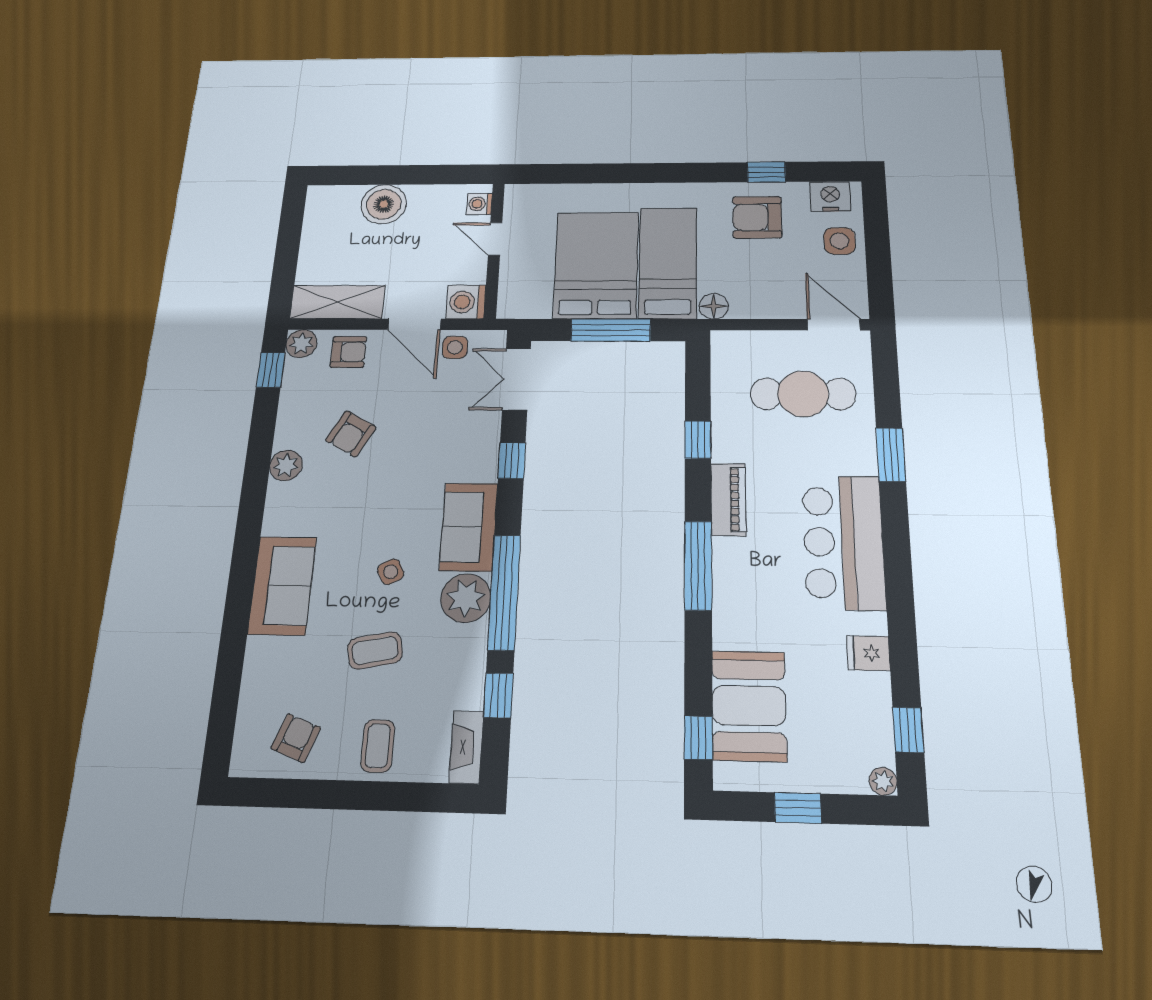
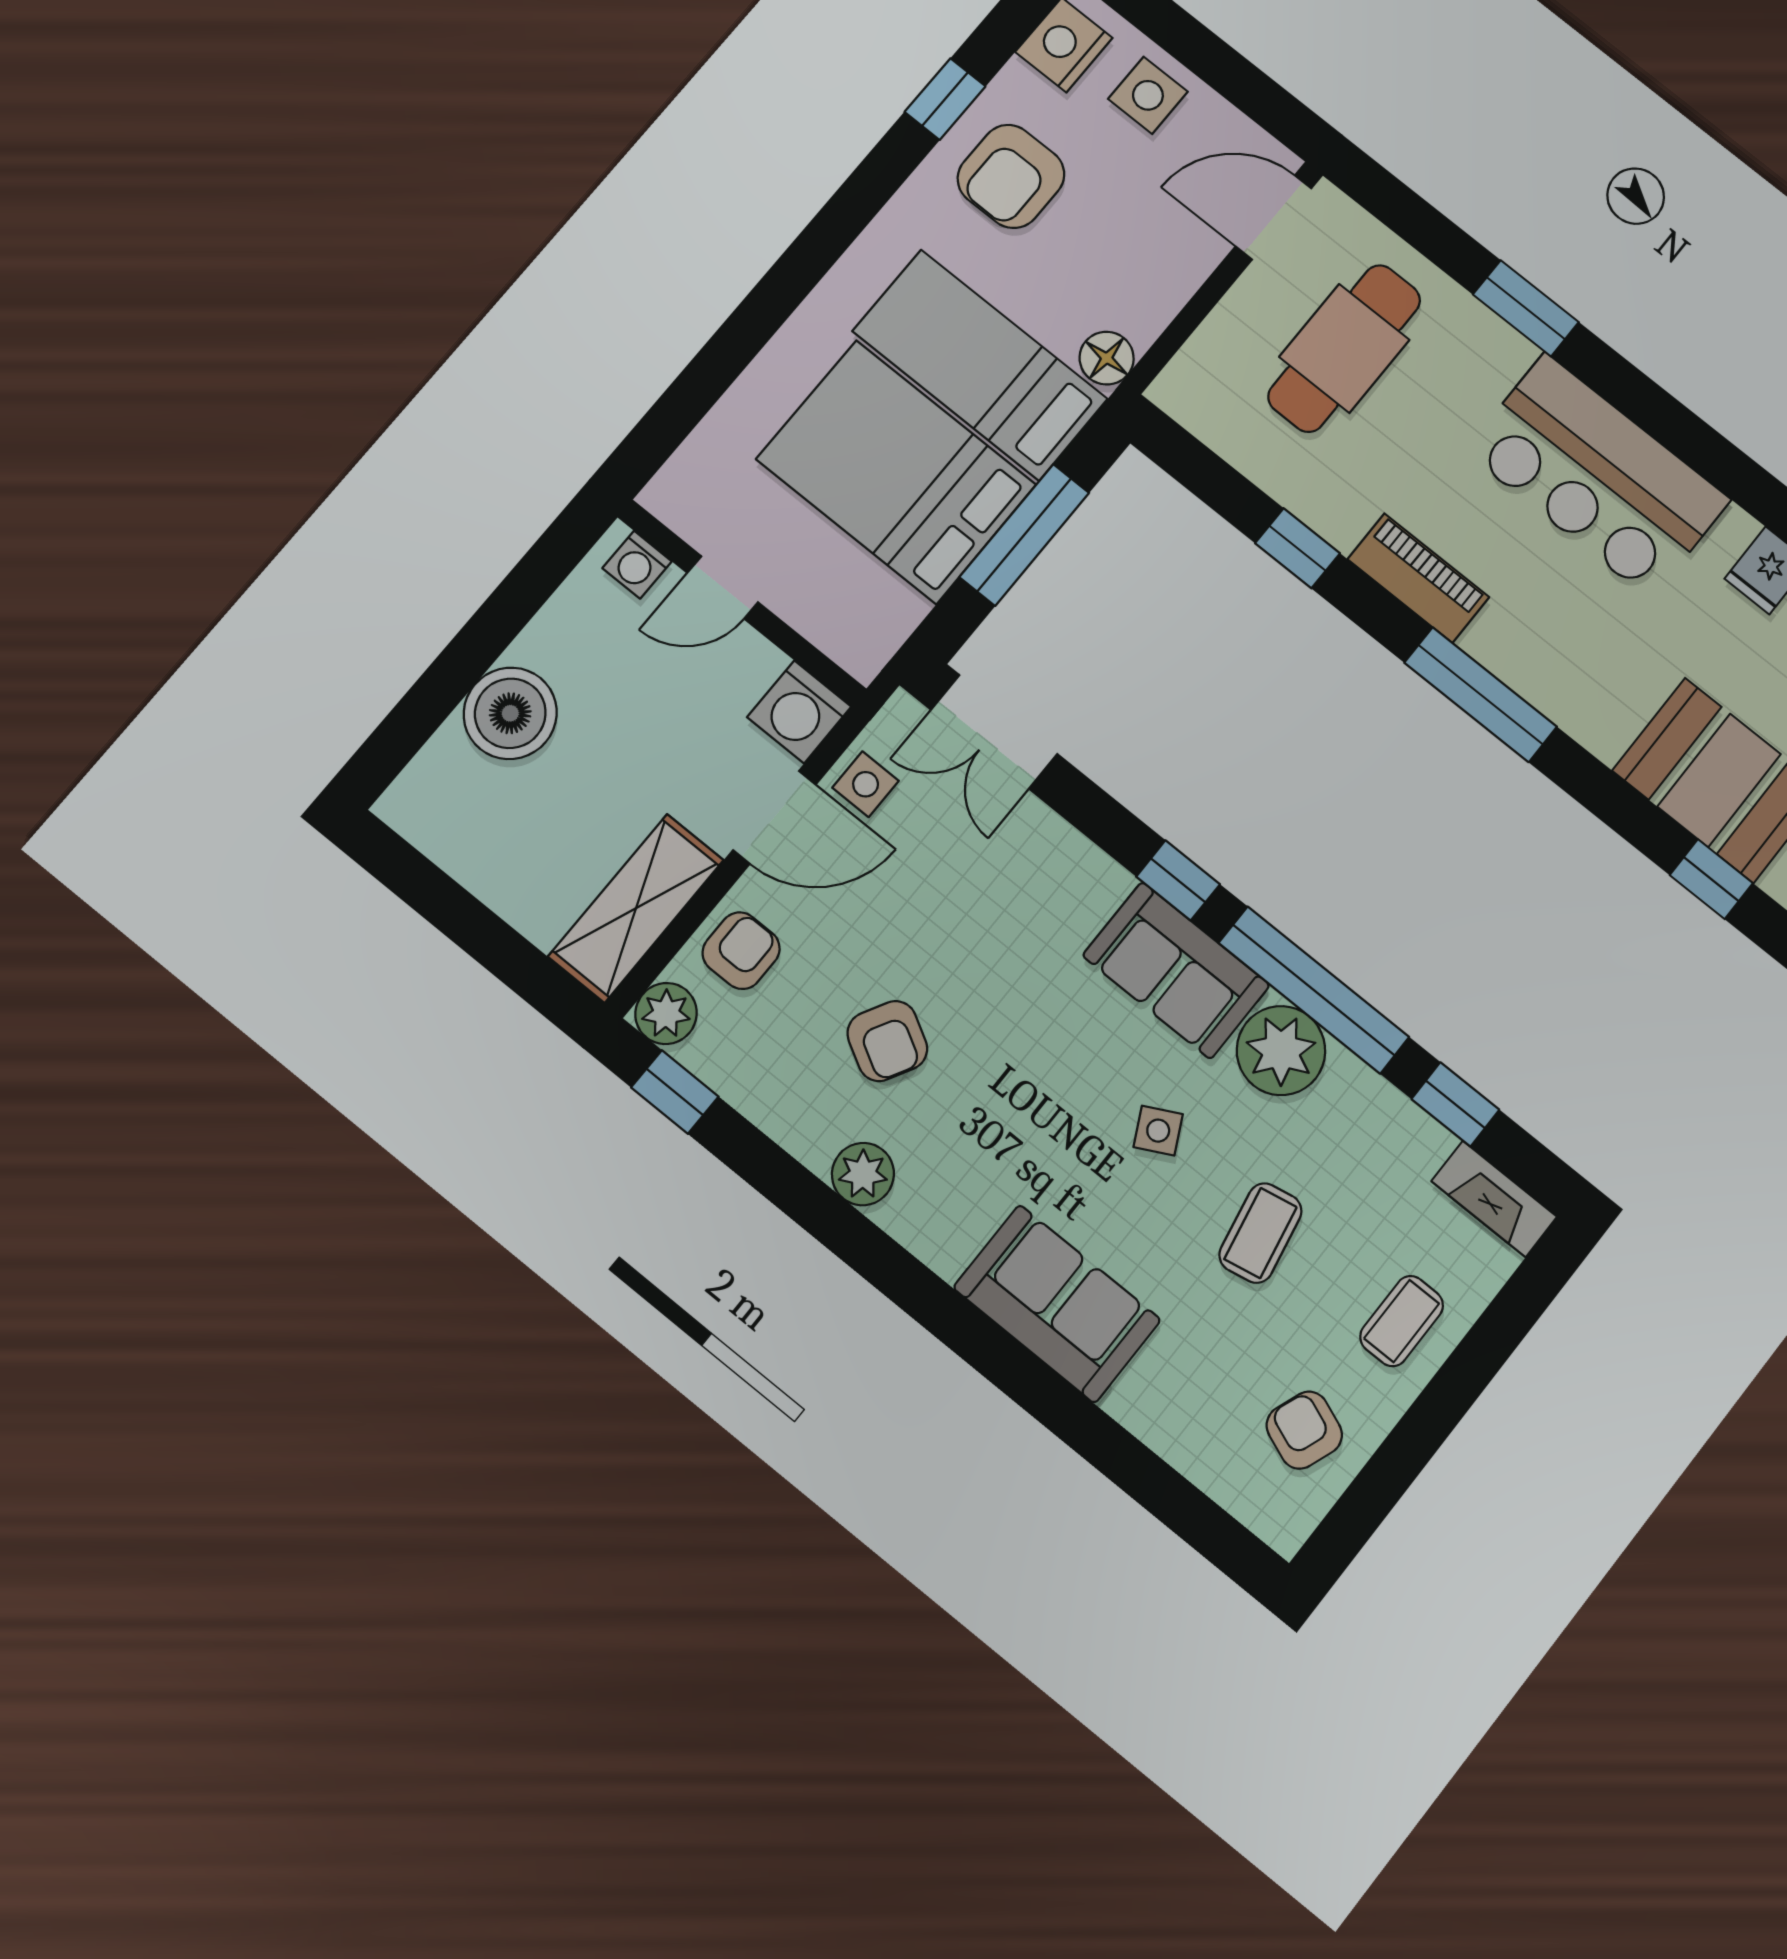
window: (512, 461) -> (1178, 880), moved
coffee table: (378, 746) -> (1402, 1321), turned 90

